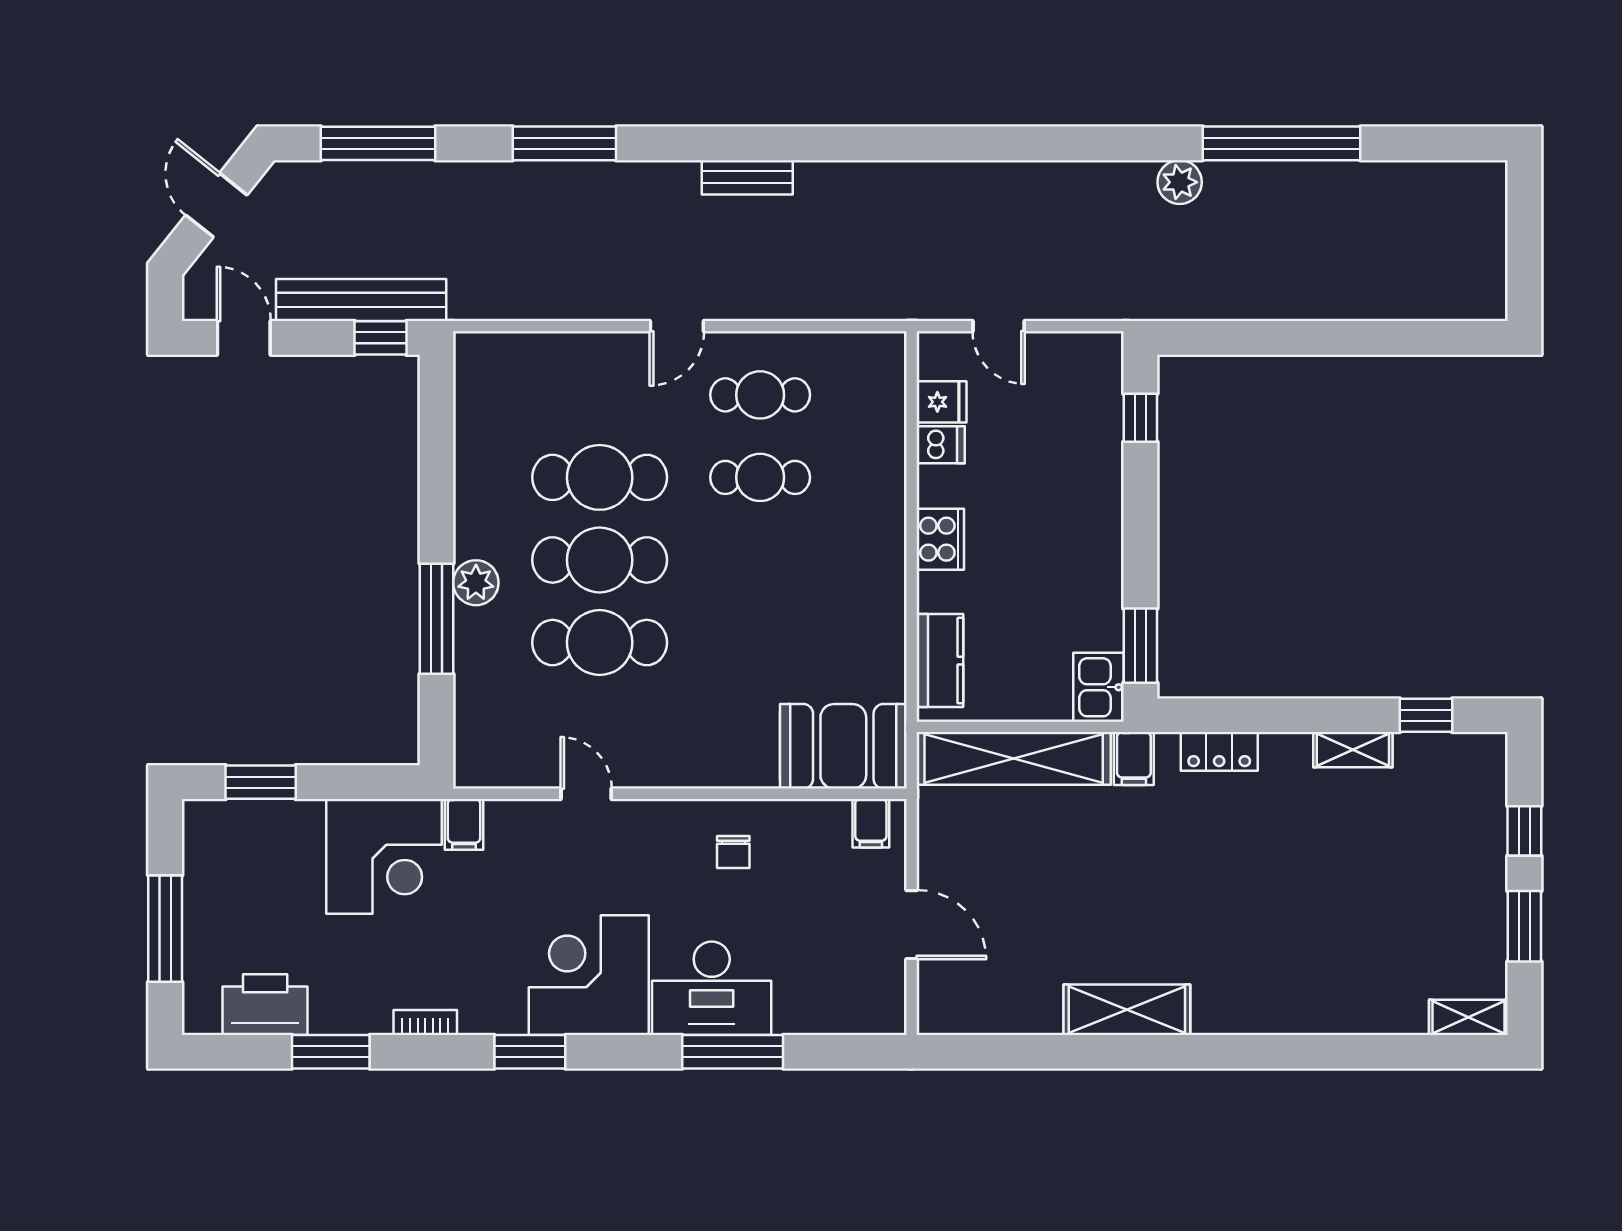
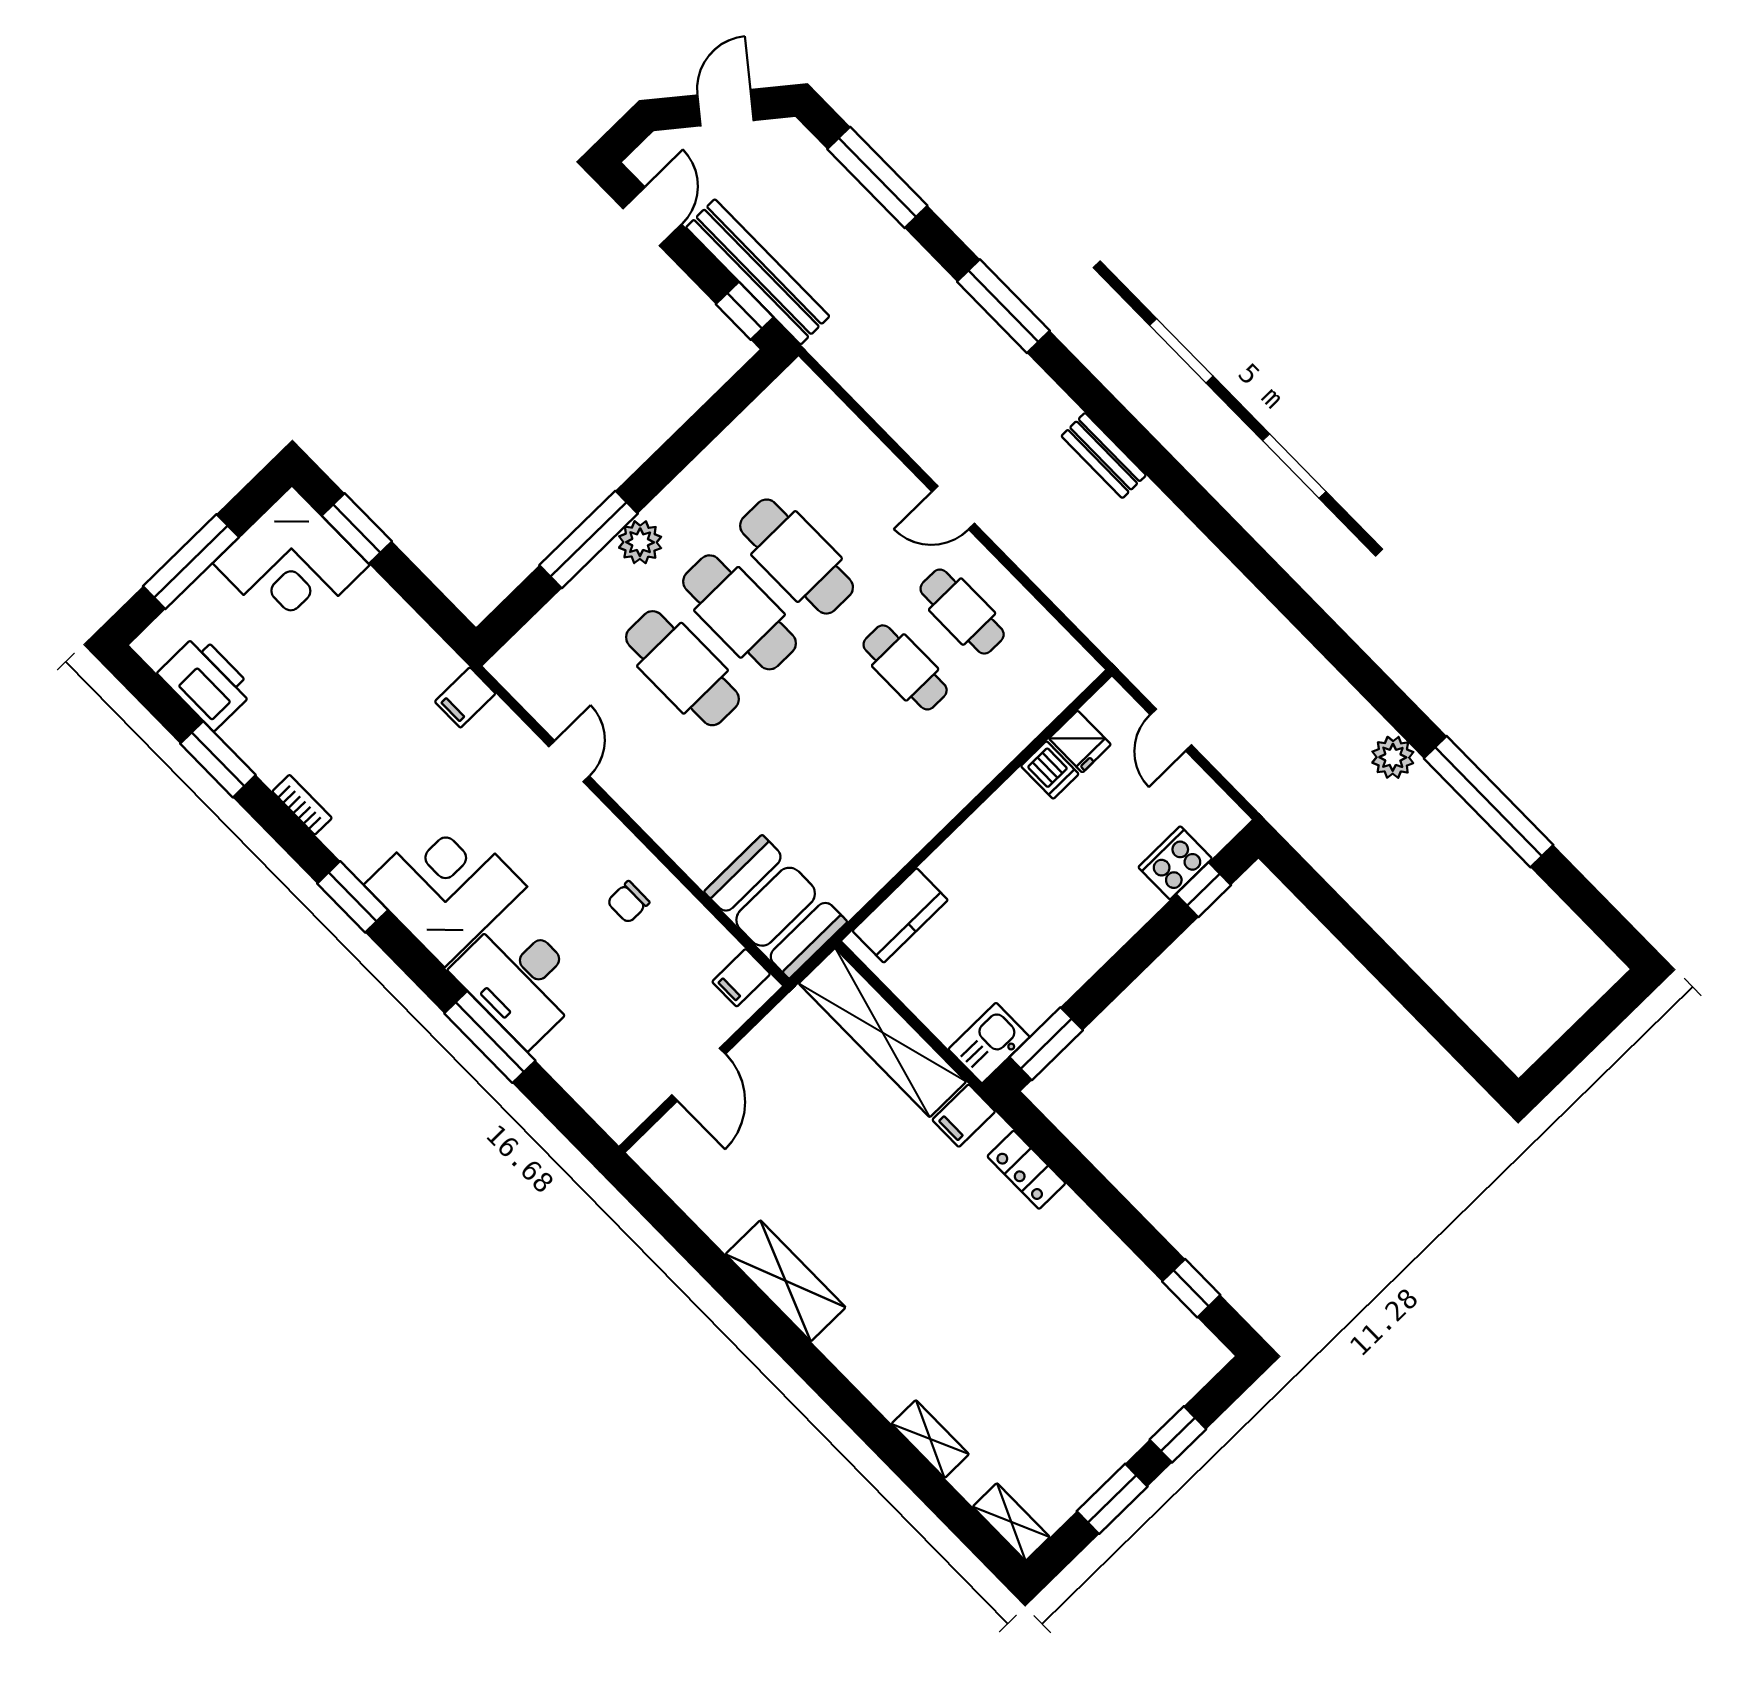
cooker: (940, 539) -> (1175, 863), moved, turned 180
shelving: (1353, 750) -> (930, 1439), moved
corner desk: (384, 856) -> (291, 564), moved

